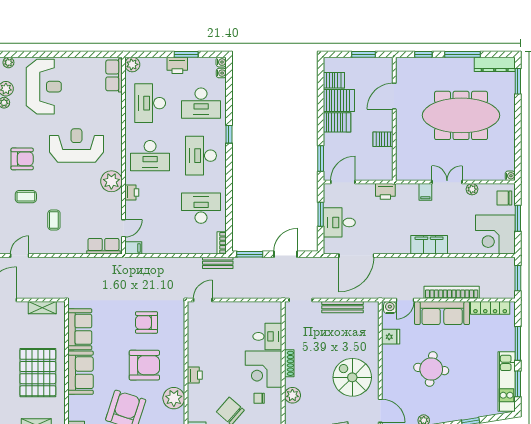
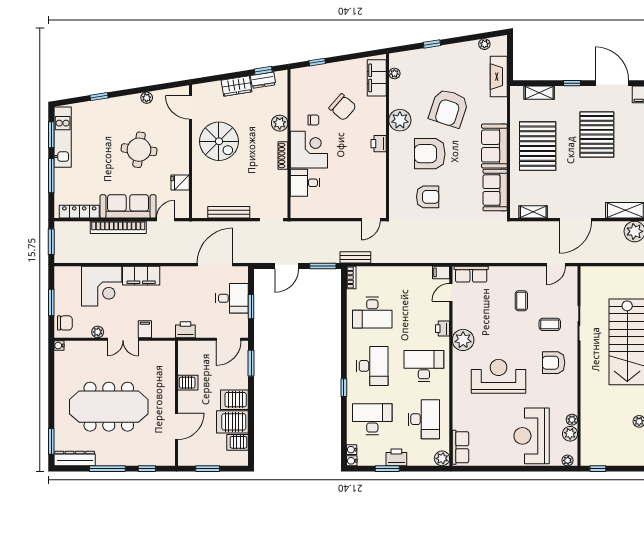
reception desk: (76, 145) -> (498, 376), turned 180
corner desk: (495, 234) -> (102, 286), moved, turned 90
water cooler: (390, 308) -> (181, 212), removed

